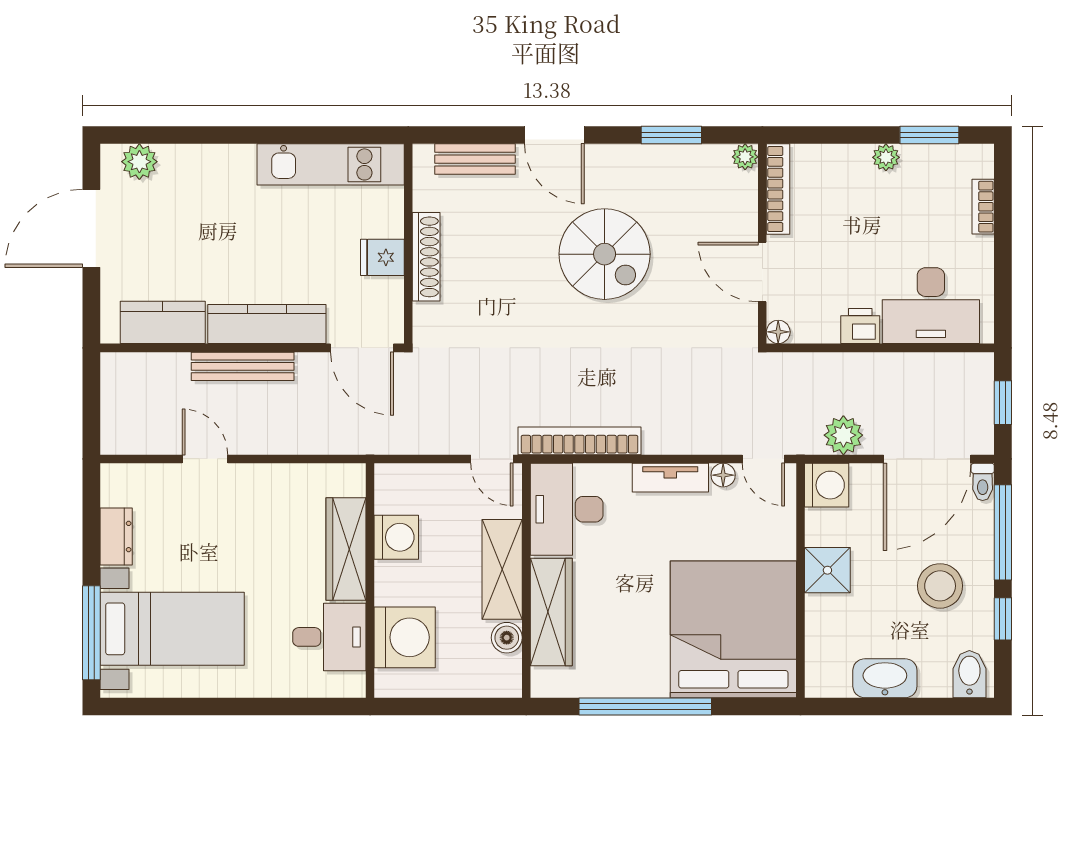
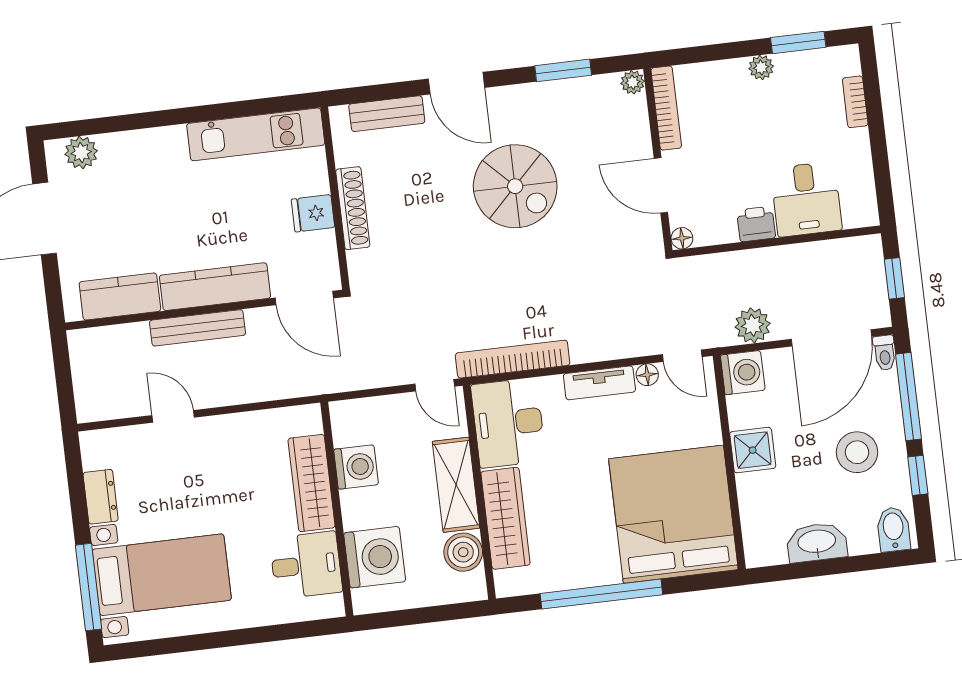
desk: (931, 306) -> (806, 199), width x0.73
boiler: (507, 638) -> (463, 552), width x1.36, depth x1.36

